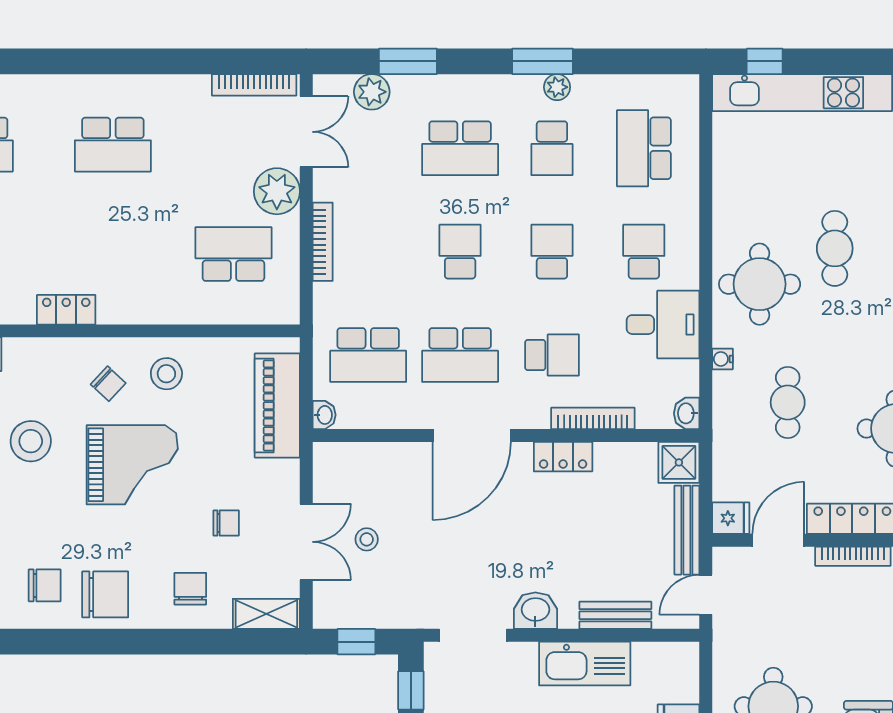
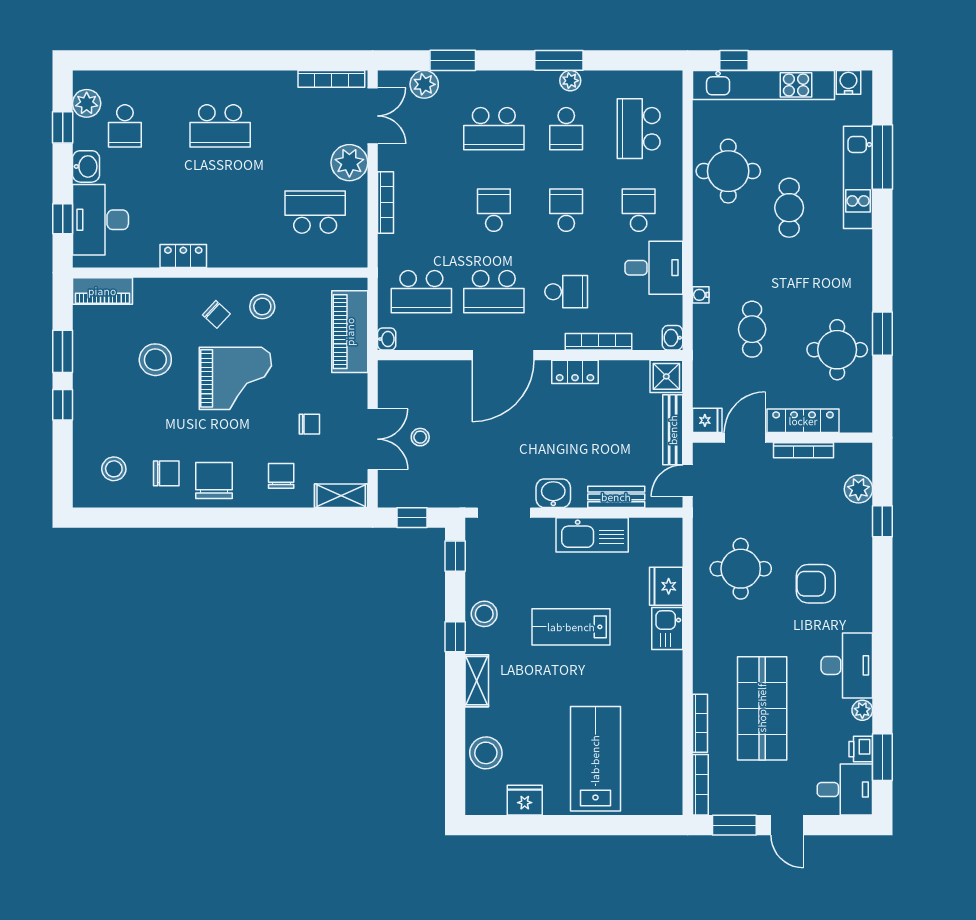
round table: (760, 284) -> (728, 171), moved
chair: (105, 594) -> (214, 481), turned -90

